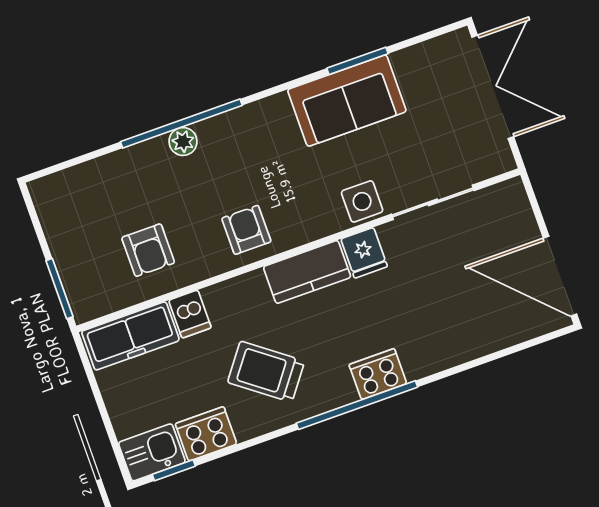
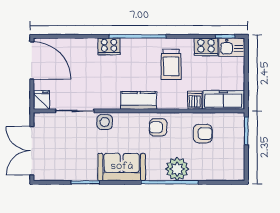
sofa: (347, 101) -> (122, 167), moved
plant: (183, 141) -> (177, 169), width x1.87, depth x1.87
armchair: (246, 230) -> (158, 127), turned 90
armchair: (148, 250) -> (203, 134), turned 90
fridge: (364, 253) -> (41, 100), moved
trolley: (266, 372) -> (171, 64), turned 53
cooker: (378, 374) -> (109, 46), moved

